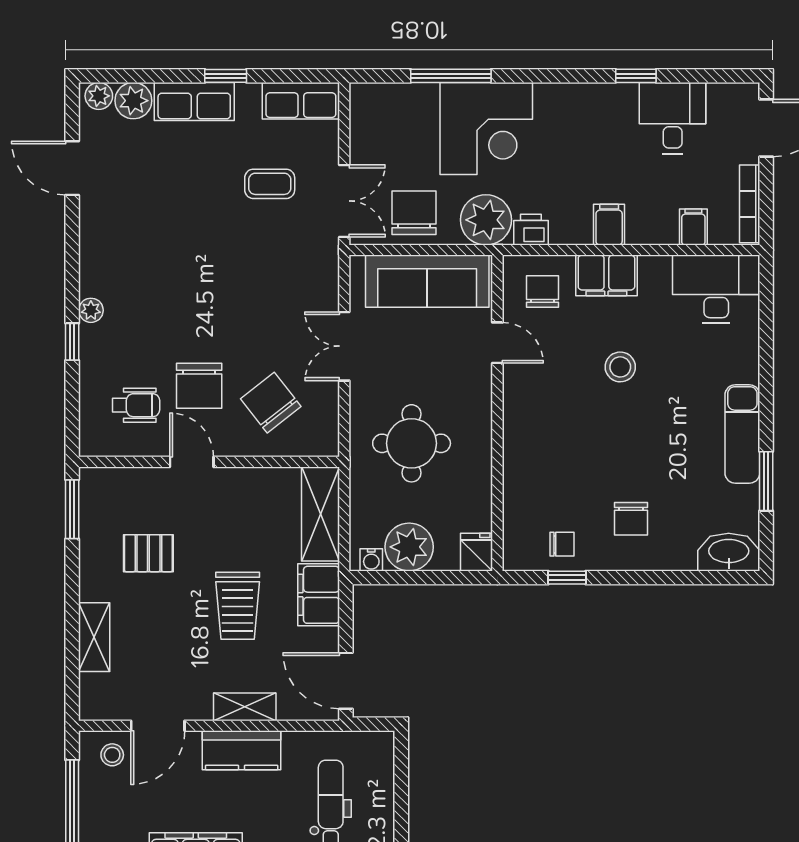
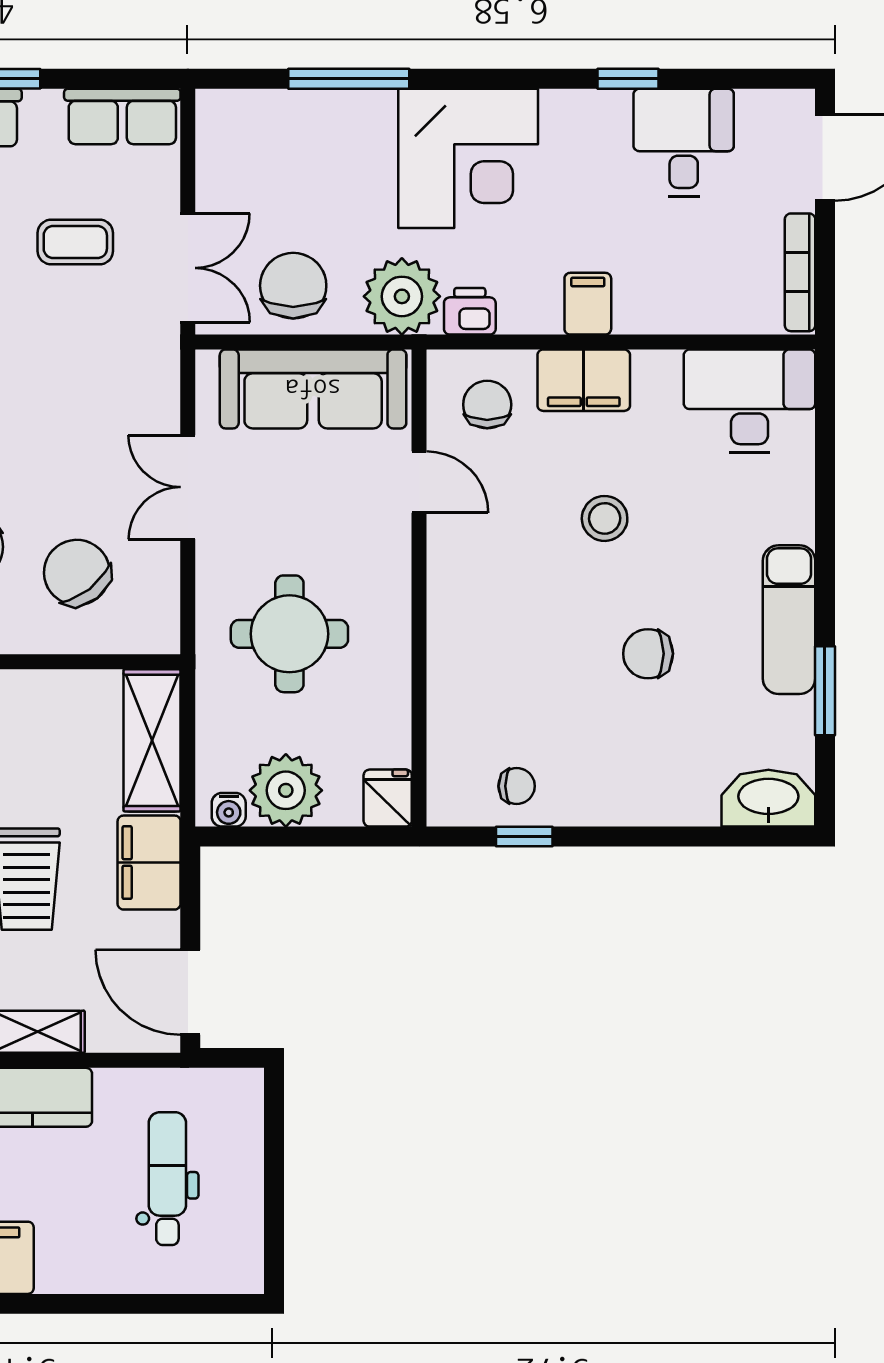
corner desk: (486, 129) -> (468, 158), moved
filing cabinet: (693, 227) -> (715, 307), removed
chair: (631, 519) -> (648, 654), moved, turned 90

